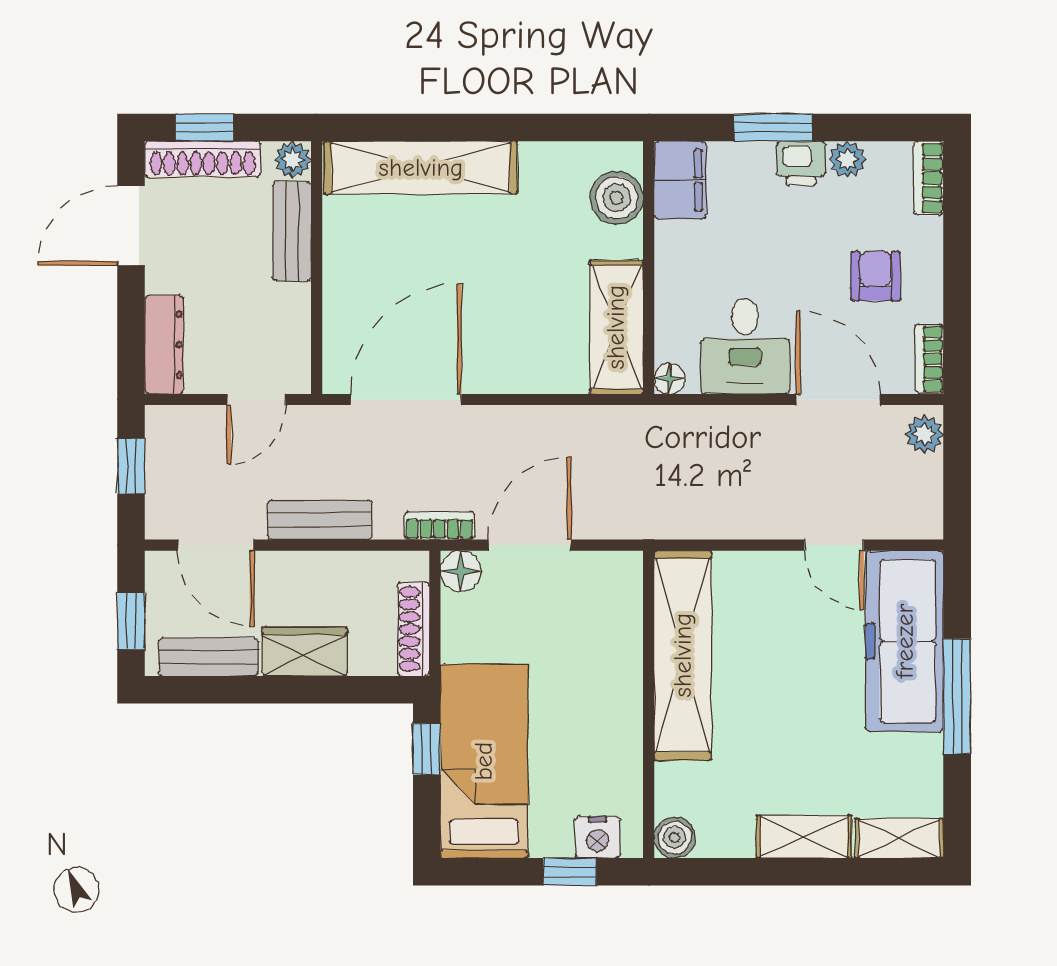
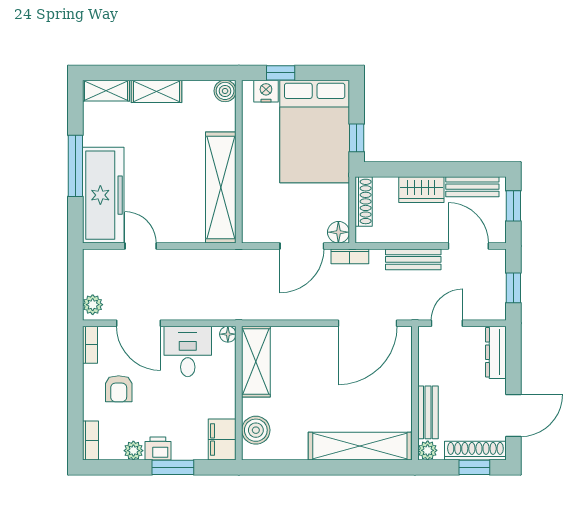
bed: (484, 761) -> (315, 131), width x1.50

